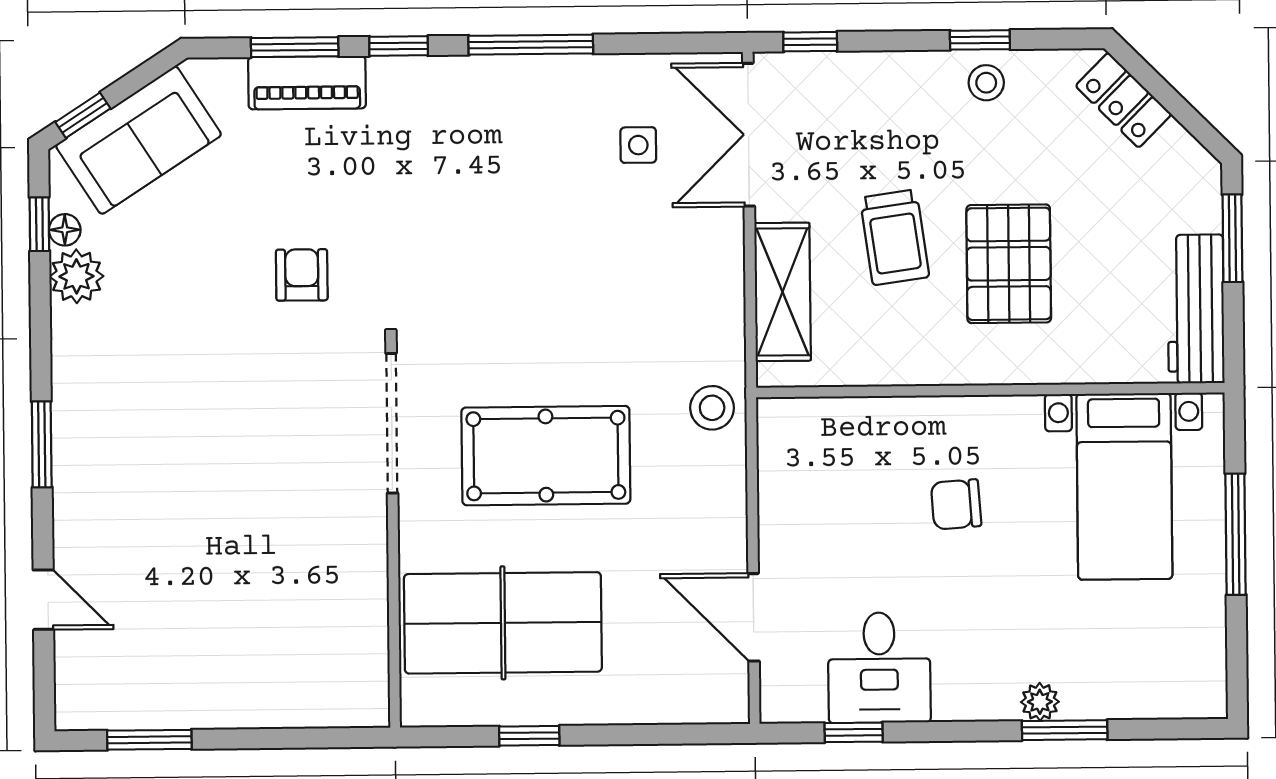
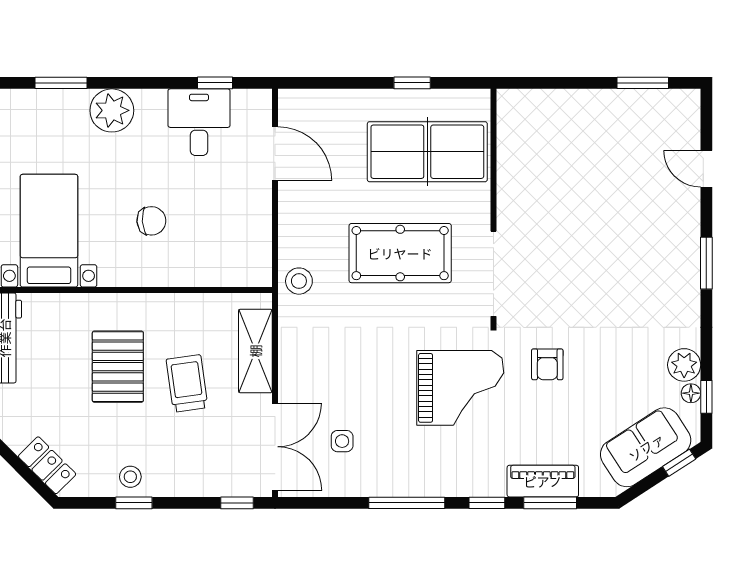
grand piano: (445, 235) -> (460, 388), added
plant: (1040, 702) -> (112, 110), width x1.88, depth x1.88
window: (1065, 730) -> (61, 83), moved

